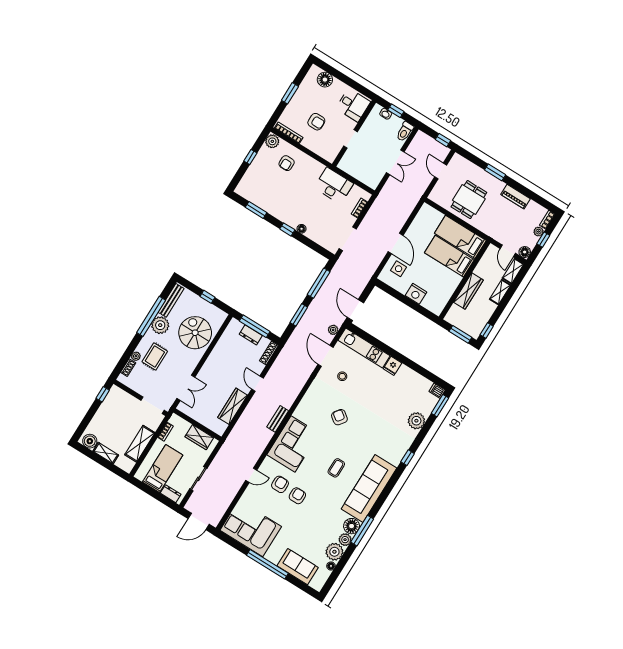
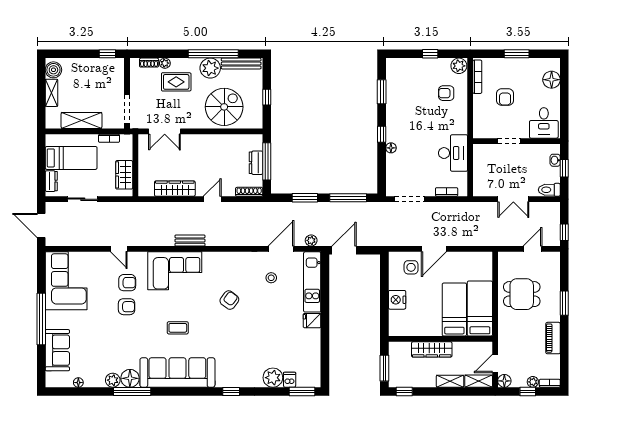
dishwasher: (437, 391) -> (290, 380), moved
plant: (334, 552) -> (94, 377), removed

